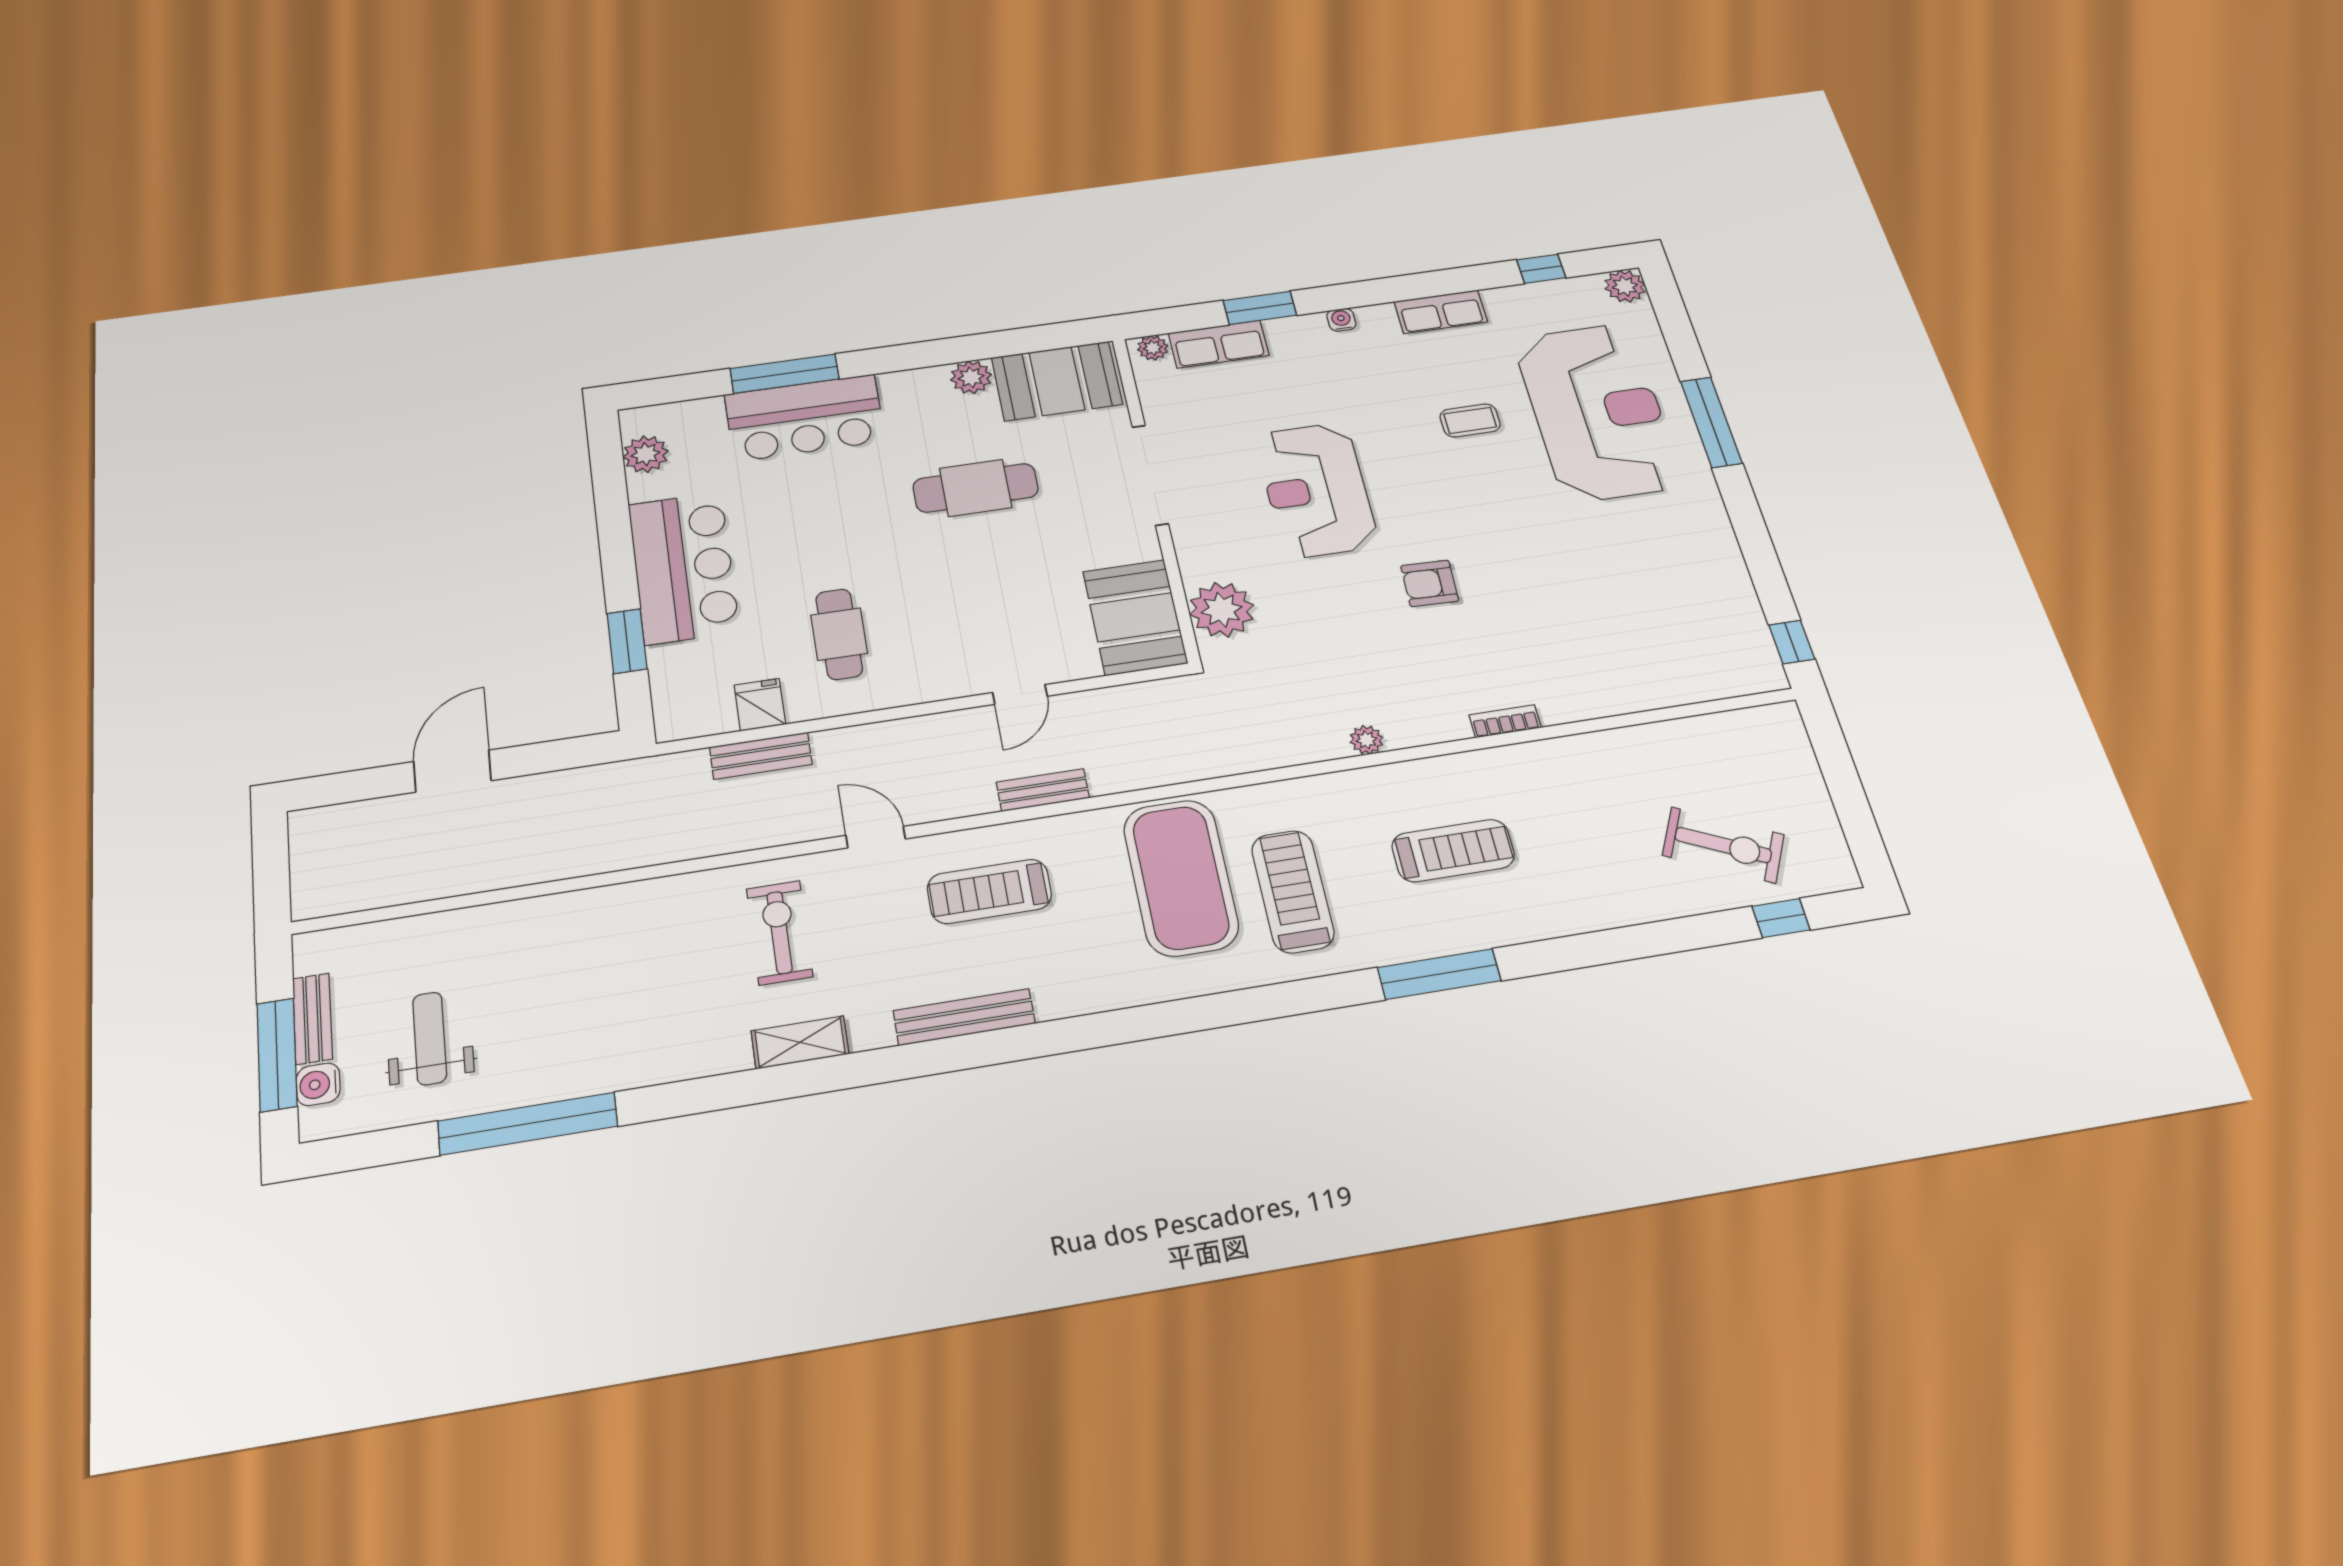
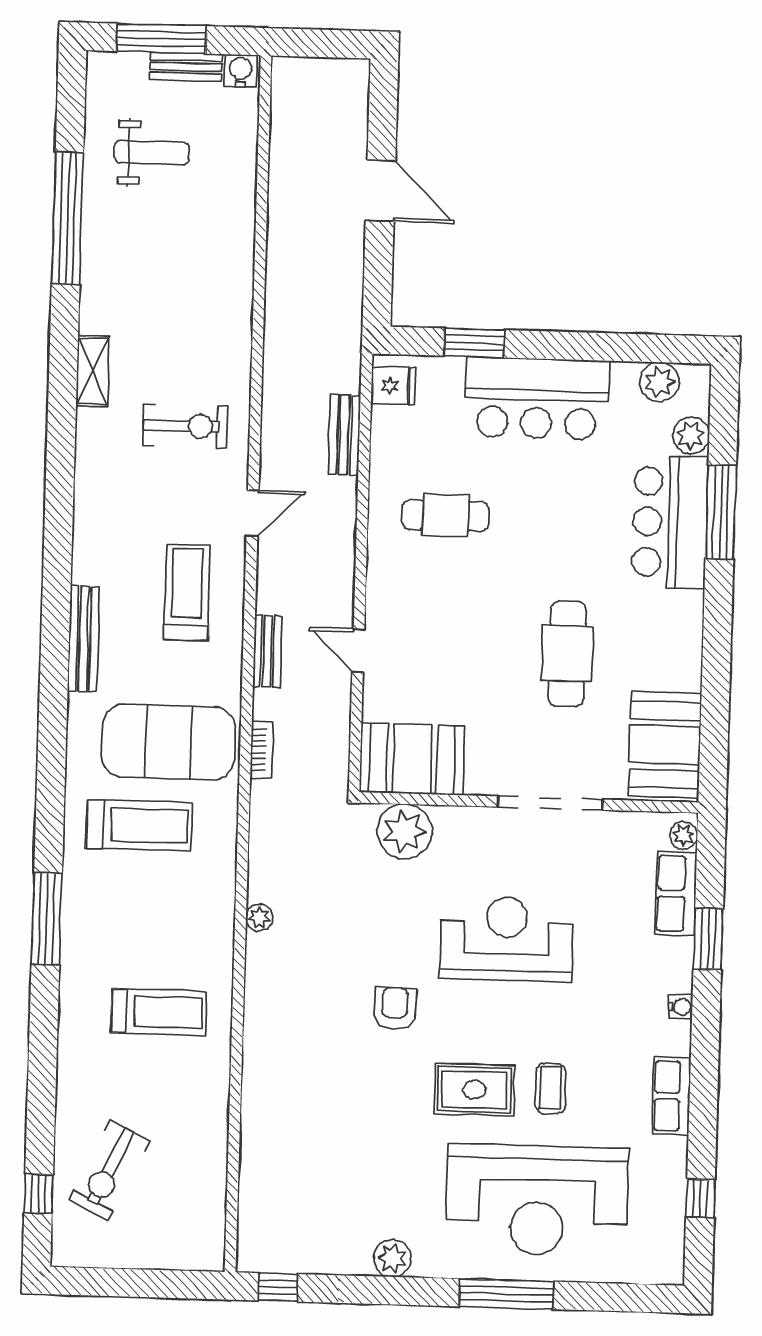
plant: (1625, 286) -> (392, 1258), moved
plant: (971, 377) -> (691, 436), moved
rug: (1496, 491) -> (474, 1090), added
fridge: (760, 705) -> (393, 386), moved
bookcase: (1505, 721) -> (262, 750), moved
treadmill: (1453, 851) -> (159, 1012), moved, turned -90
bench: (964, 1017) -> (84, 639), moved
shelving: (800, 1042) -> (93, 371), moved
water cooler: (318, 1084) -> (241, 71), moved

